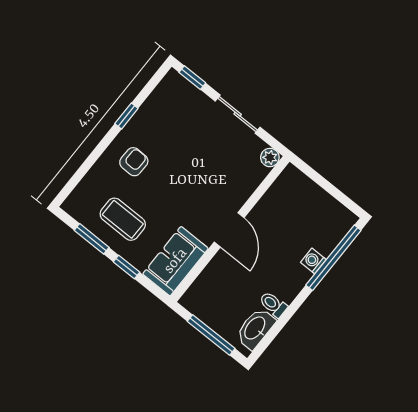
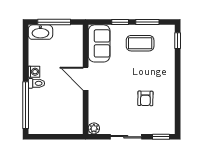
window: (126, 116) -> (178, 41), moved
armchair: (134, 162) -> (145, 98), moved
washing machine: (313, 261) -> (34, 72), moved
toilet: (273, 304) -> (36, 83), moved
washbasin: (255, 328) -> (40, 32), moved, turned 90

